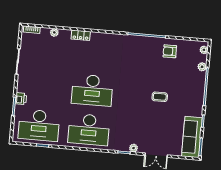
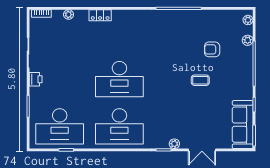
armchair: (170, 51) -> (212, 49), moved
printer: (21, 99) -> (36, 79), moved

